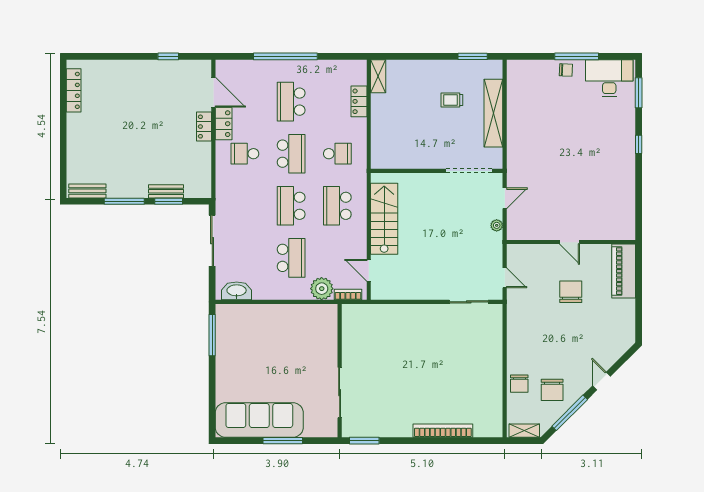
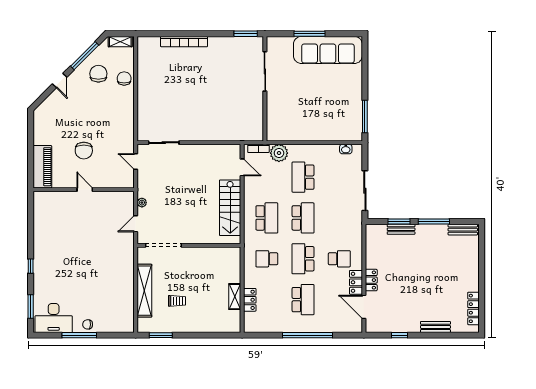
bench: (122, 67) -> (435, 327), added
shelving: (378, 76) -> (235, 297), moved
washbasin: (237, 291) -> (346, 149), width x0.52, depth x0.69

